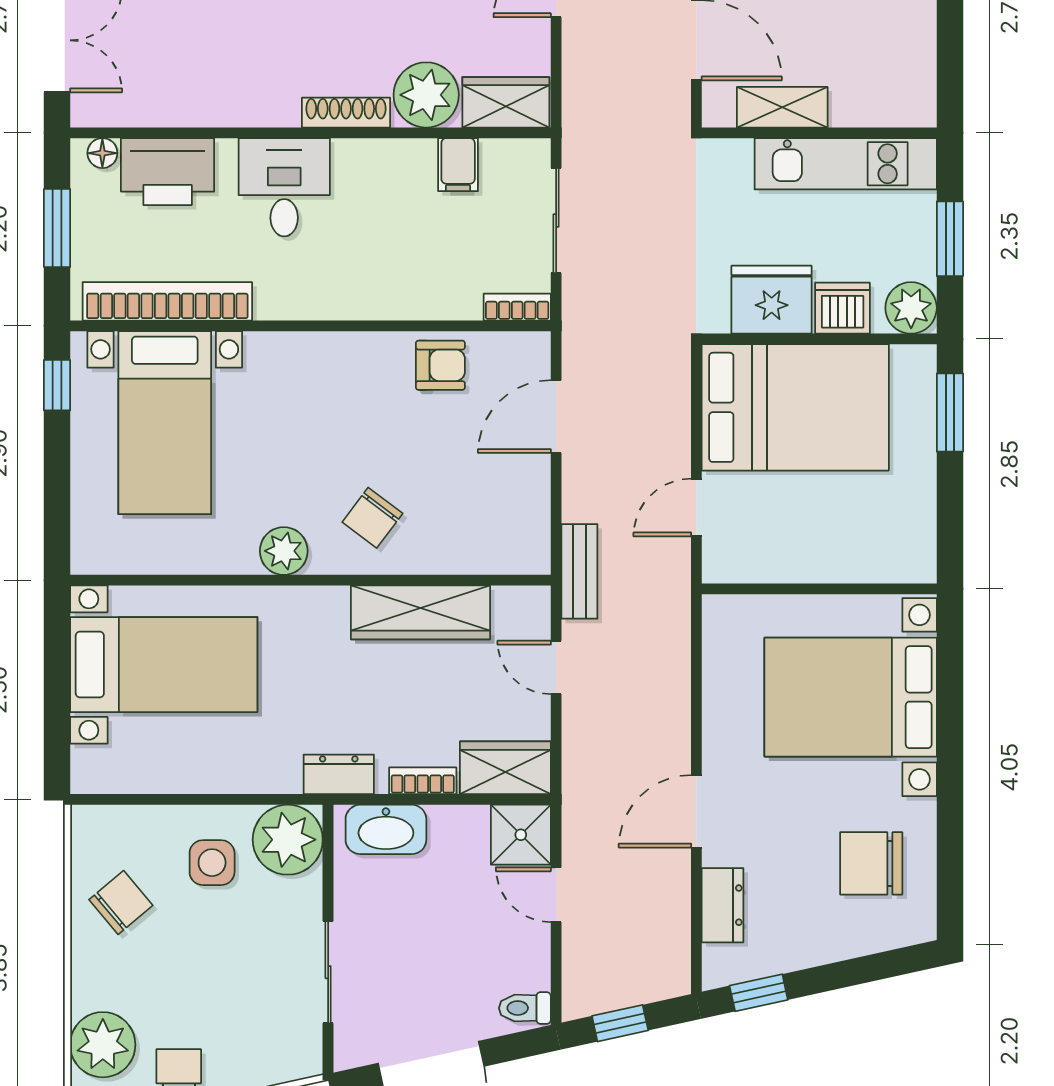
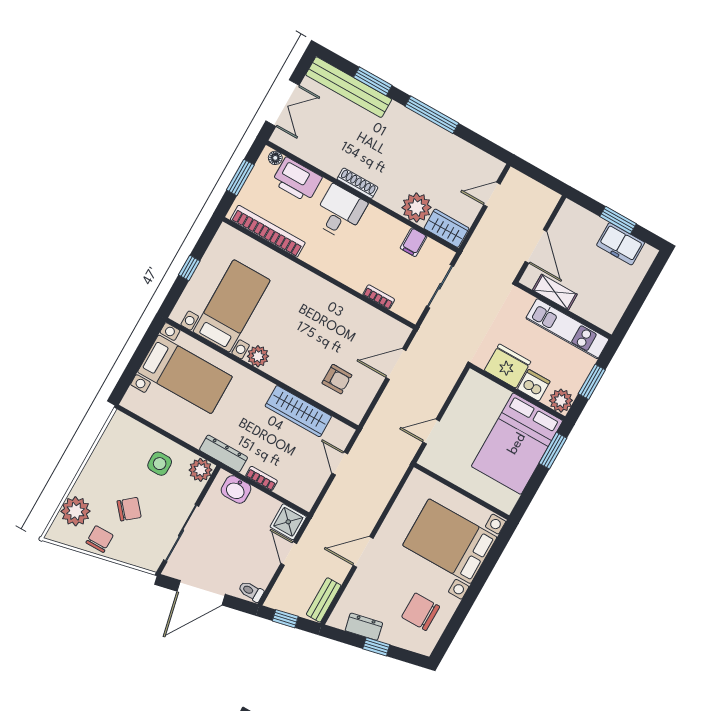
shoe rack: (346, 113) -> (357, 183), moved
bookcase: (517, 307) -> (379, 297), moved
armchair: (440, 365) -> (337, 379), moved
window: (57, 385) -> (189, 268), moved
bed: (795, 407) -> (517, 444), moved, turned 90
bed with nightstands: (165, 423) -> (232, 306), moved, turned 180
chair: (372, 518) -> (301, 363), removed
bench: (579, 571) -> (324, 600), moved
wardrobe: (505, 768) -> (297, 492), removed
dresser: (339, 774) -> (224, 454), width x1.44
washbasin: (386, 829) -> (236, 489), width x0.72
plant: (288, 840) -> (201, 470), width x0.73, depth x0.73
chair: (121, 903) -> (129, 509), moved
dresser: (723, 905) -> (364, 627), moved, turned -102
sliding door: (328, 972) -> (181, 533), width x1.37
window: (759, 993) -> (376, 647), moved

